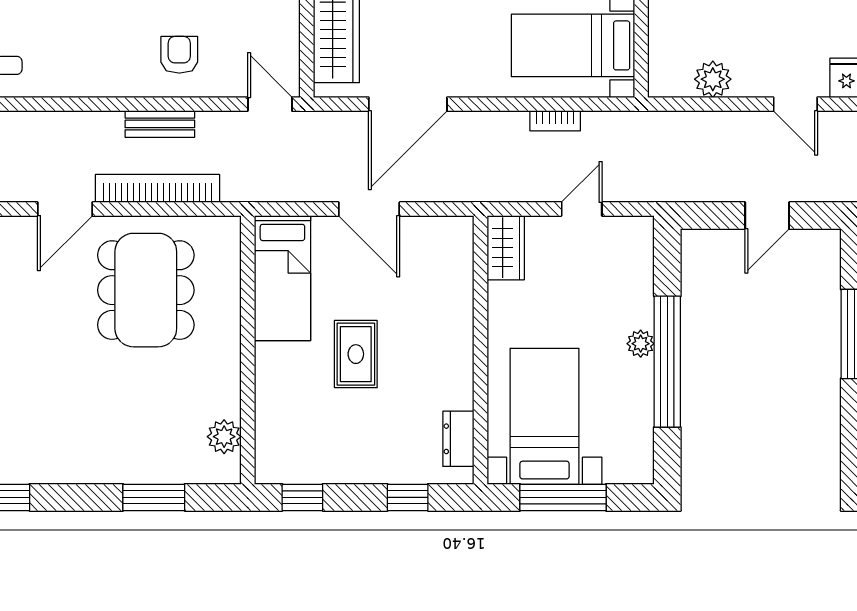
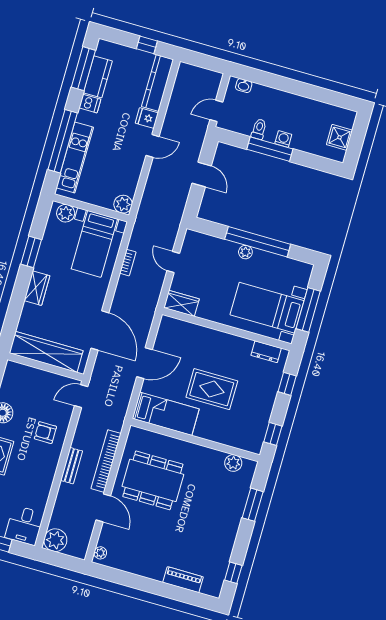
plant: (713, 79) -> (123, 204), moved
bench: (160, 124) -> (72, 466), moved
rug: (356, 354) -> (212, 389), width x1.36, depth x1.43

